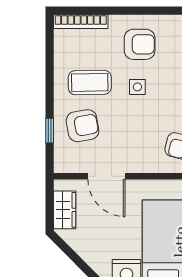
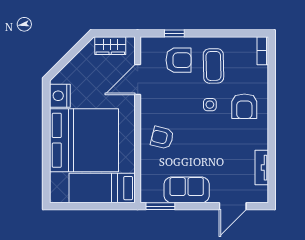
bookcase: (81, 22) -> (263, 51), width x0.64
armchair: (83, 126) -> (178, 60), turned -80

